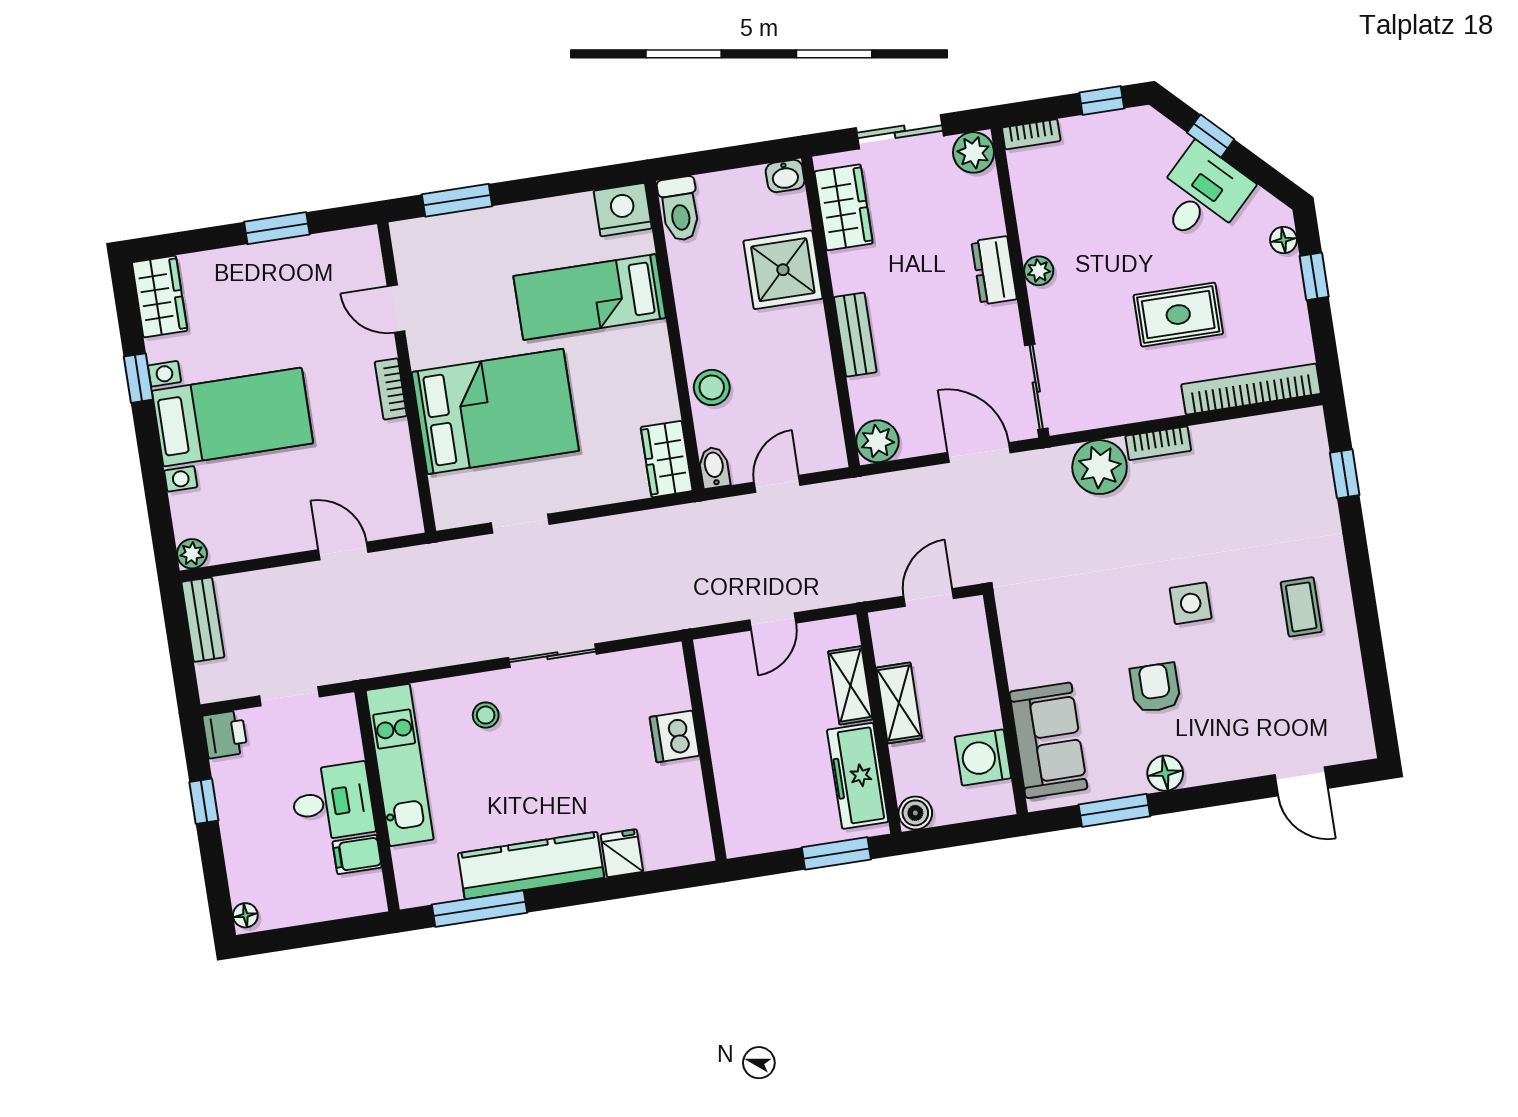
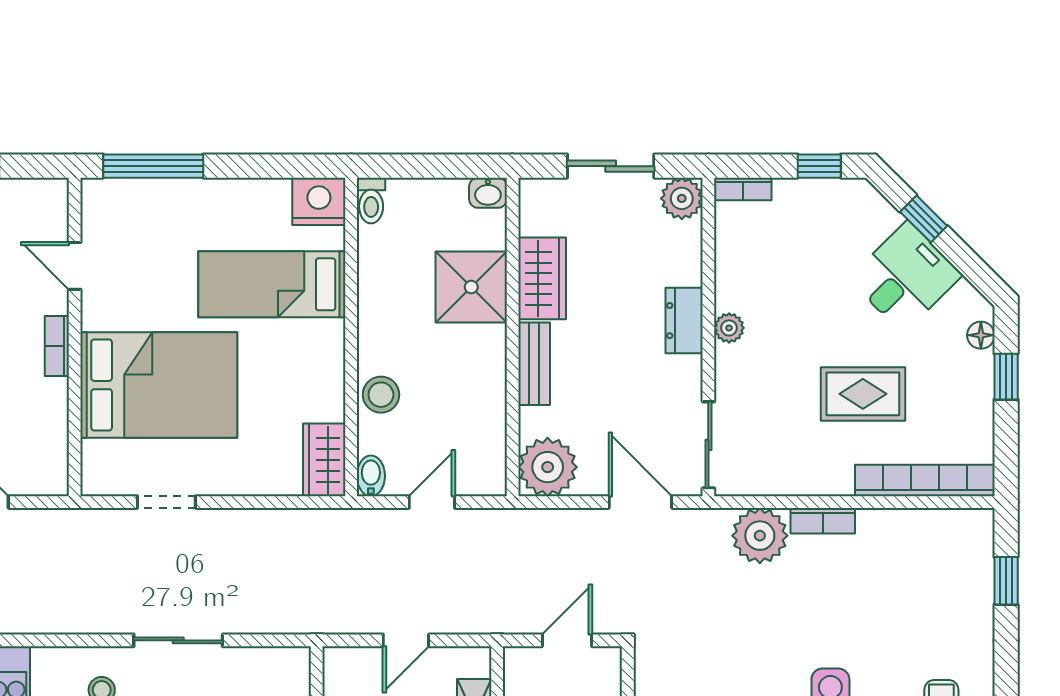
window: (457, 200) -> (153, 166), width x1.44
wardrobe: (844, 207) -> (542, 278), moved
toilet: (679, 209) -> (371, 201), width x0.73, depth x0.72
plant: (878, 441) -> (548, 467), width x1.36, depth x1.36

